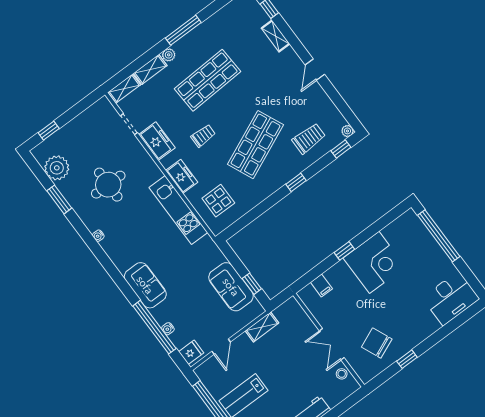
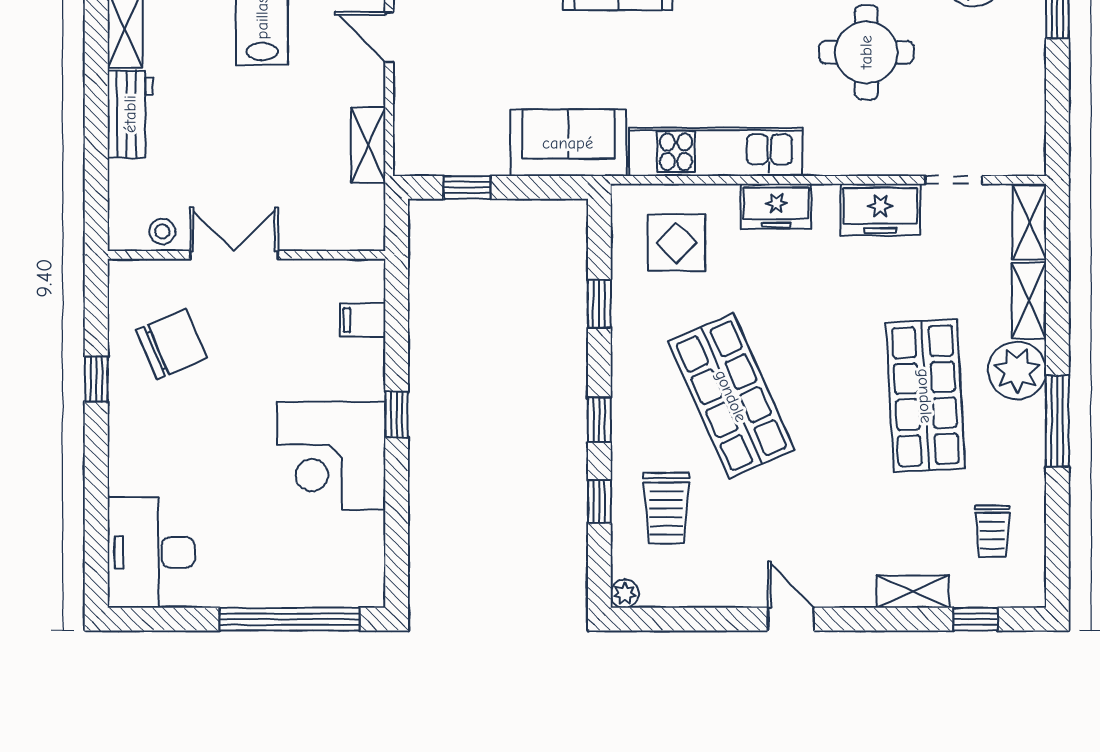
plant: (169, 55) -> (1017, 371), width x1.87, depth x1.87
trolley: (203, 136) -> (992, 531), moved
window: (341, 149) -> (599, 502), moved
window: (258, 211) -> (599, 304), added
sofa: (231, 287) -> (568, 143), moved

